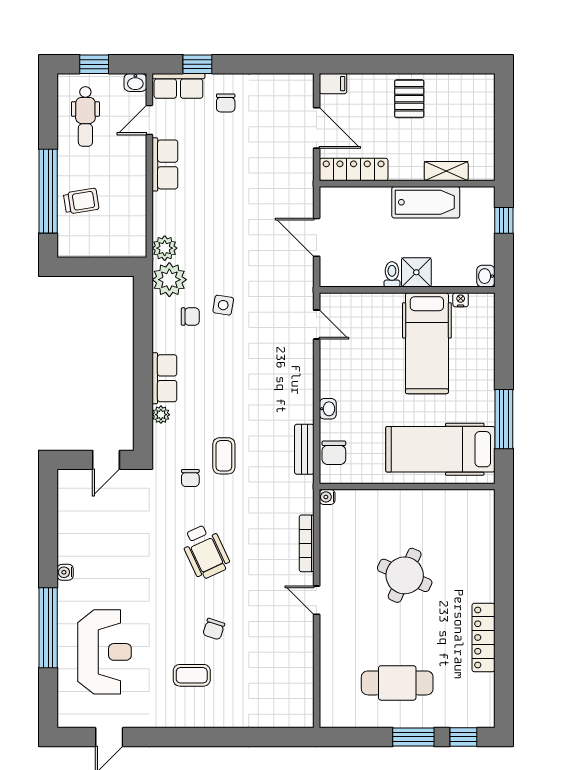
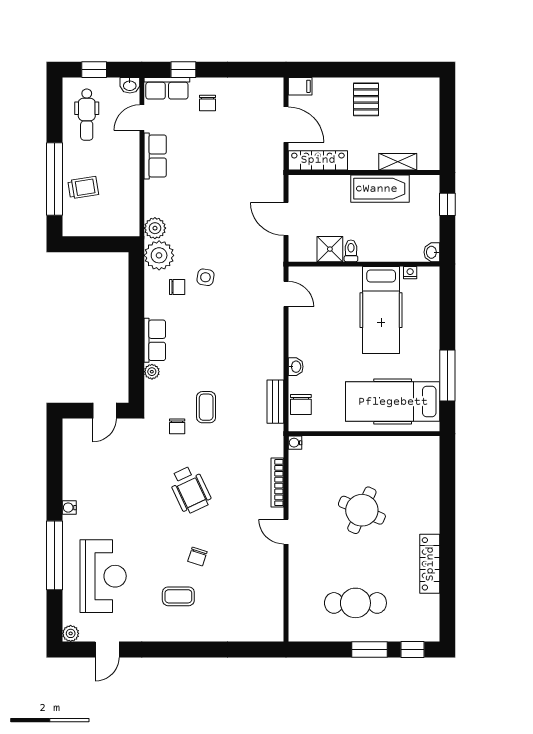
shower: (416, 272) -> (330, 249), moved
plant: (67, 718) -> (71, 633), added

